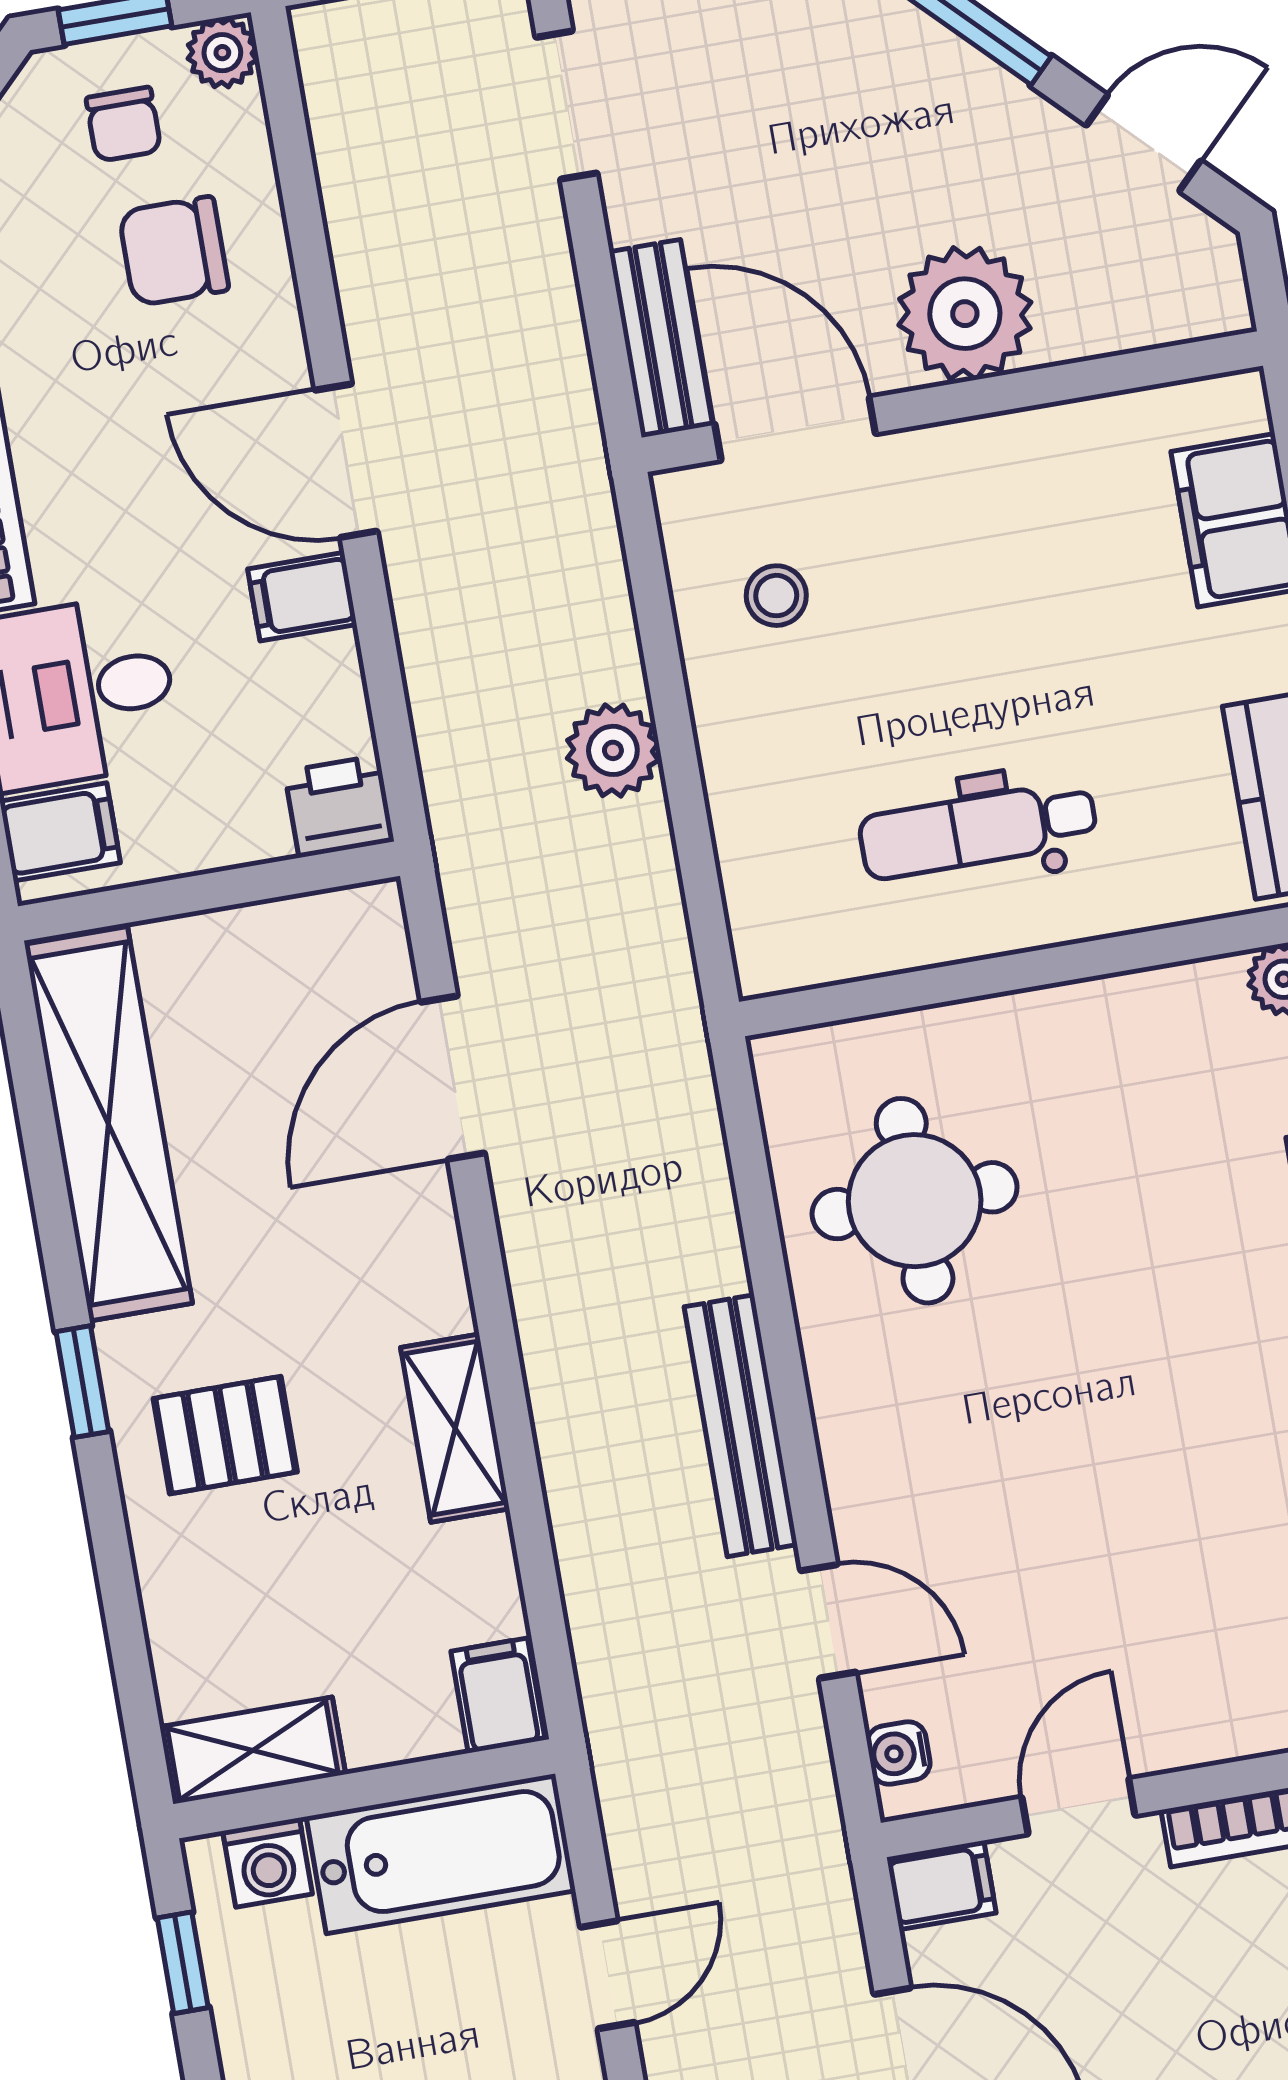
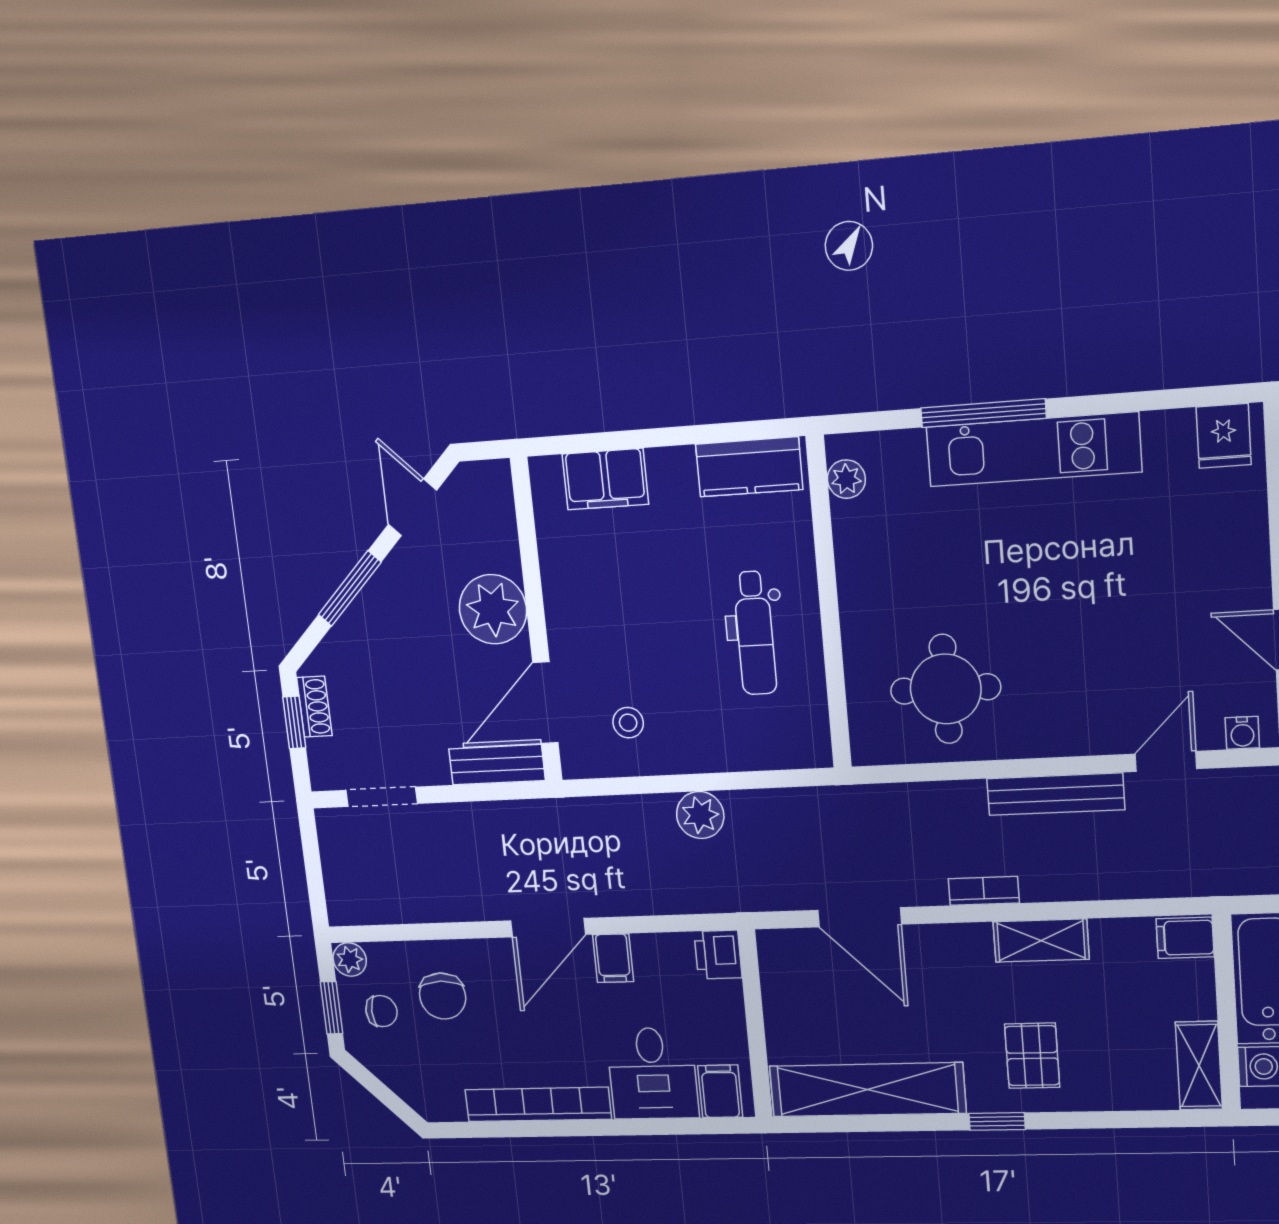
bookcase: (537, 1310) -> (984, 891), added

